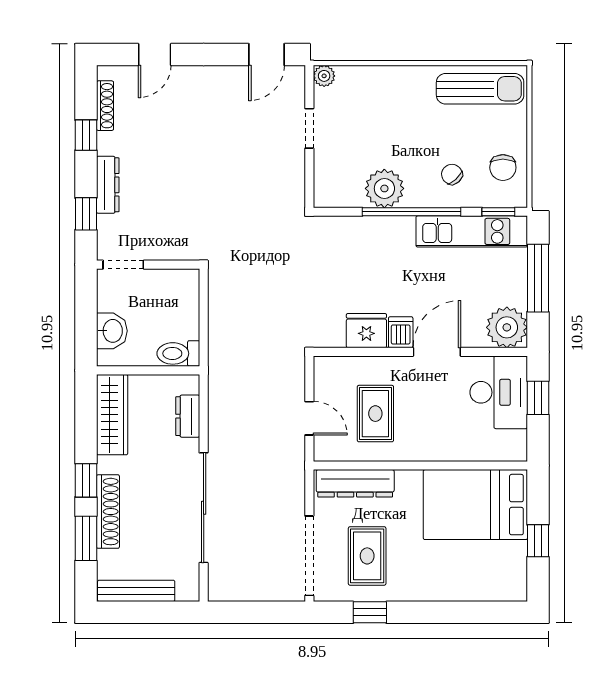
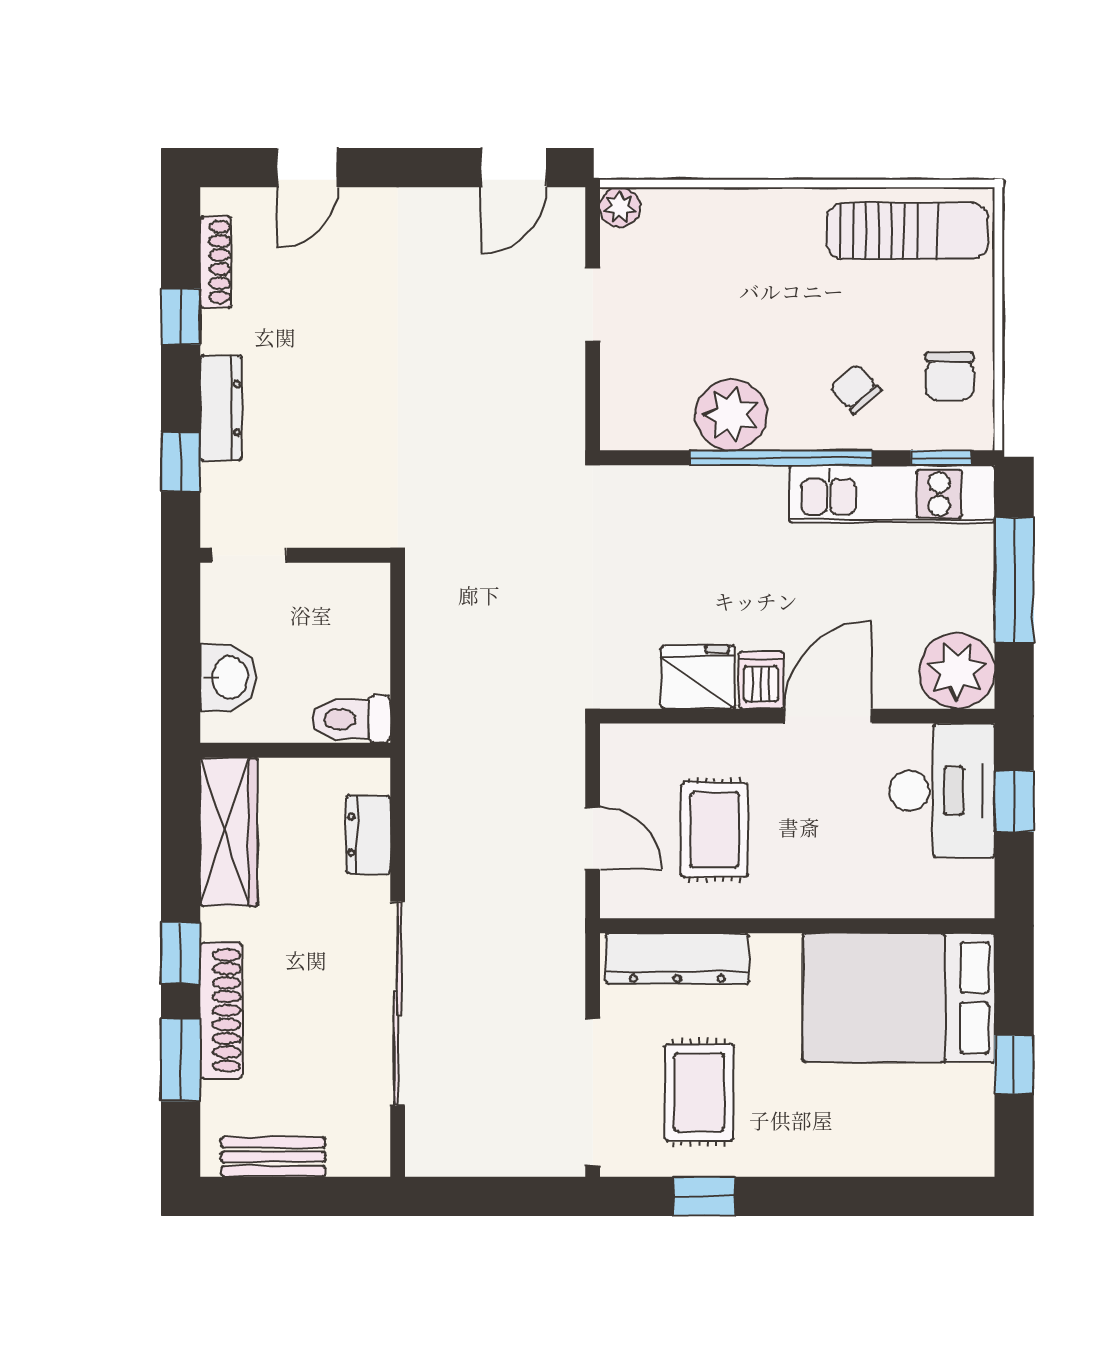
bench: (136, 591) -> (273, 1157), width x0.73

